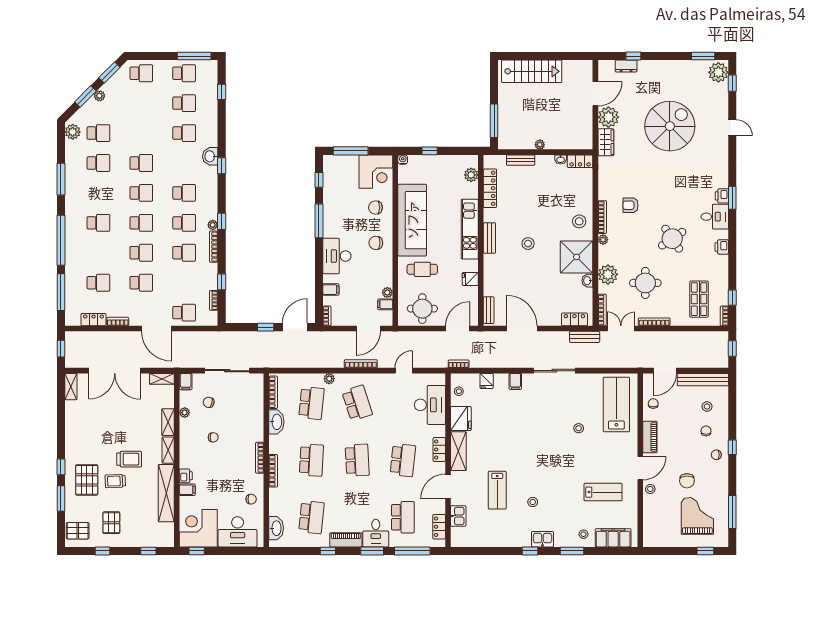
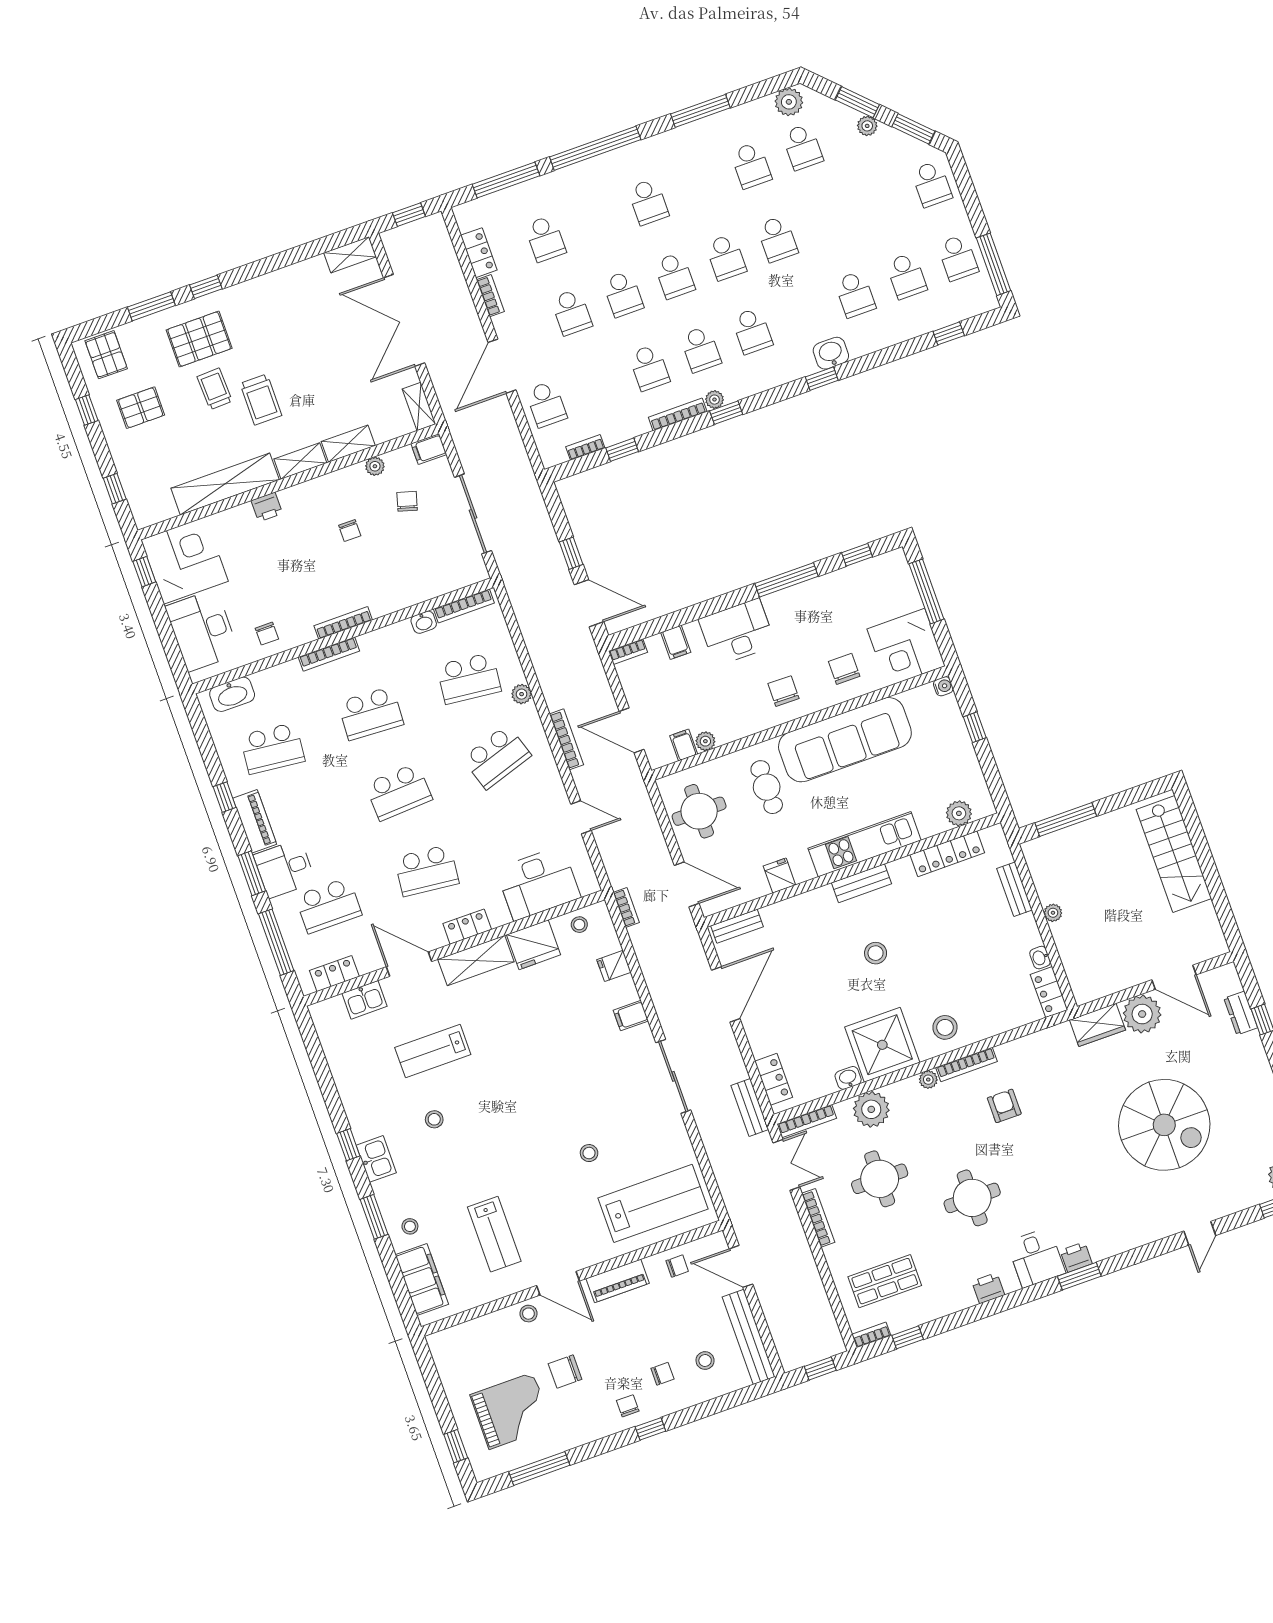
round table: (672, 239) -> (972, 1198), turned 34
washbasin: (276, 422) -> (424, 622), width x0.52, depth x0.69
filing cabinet: (187, 490) -> (244, 518), removed

